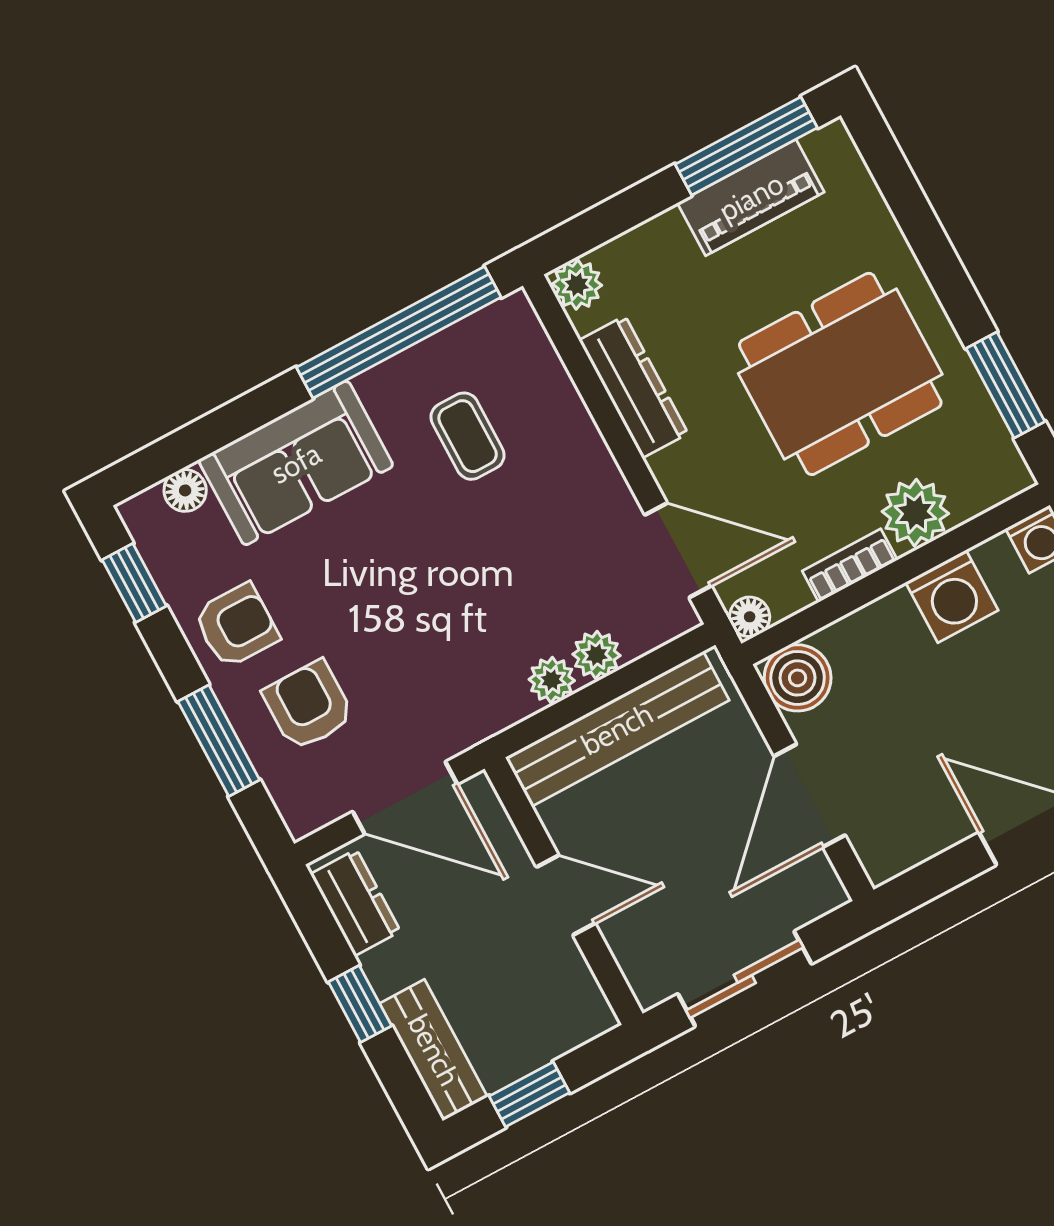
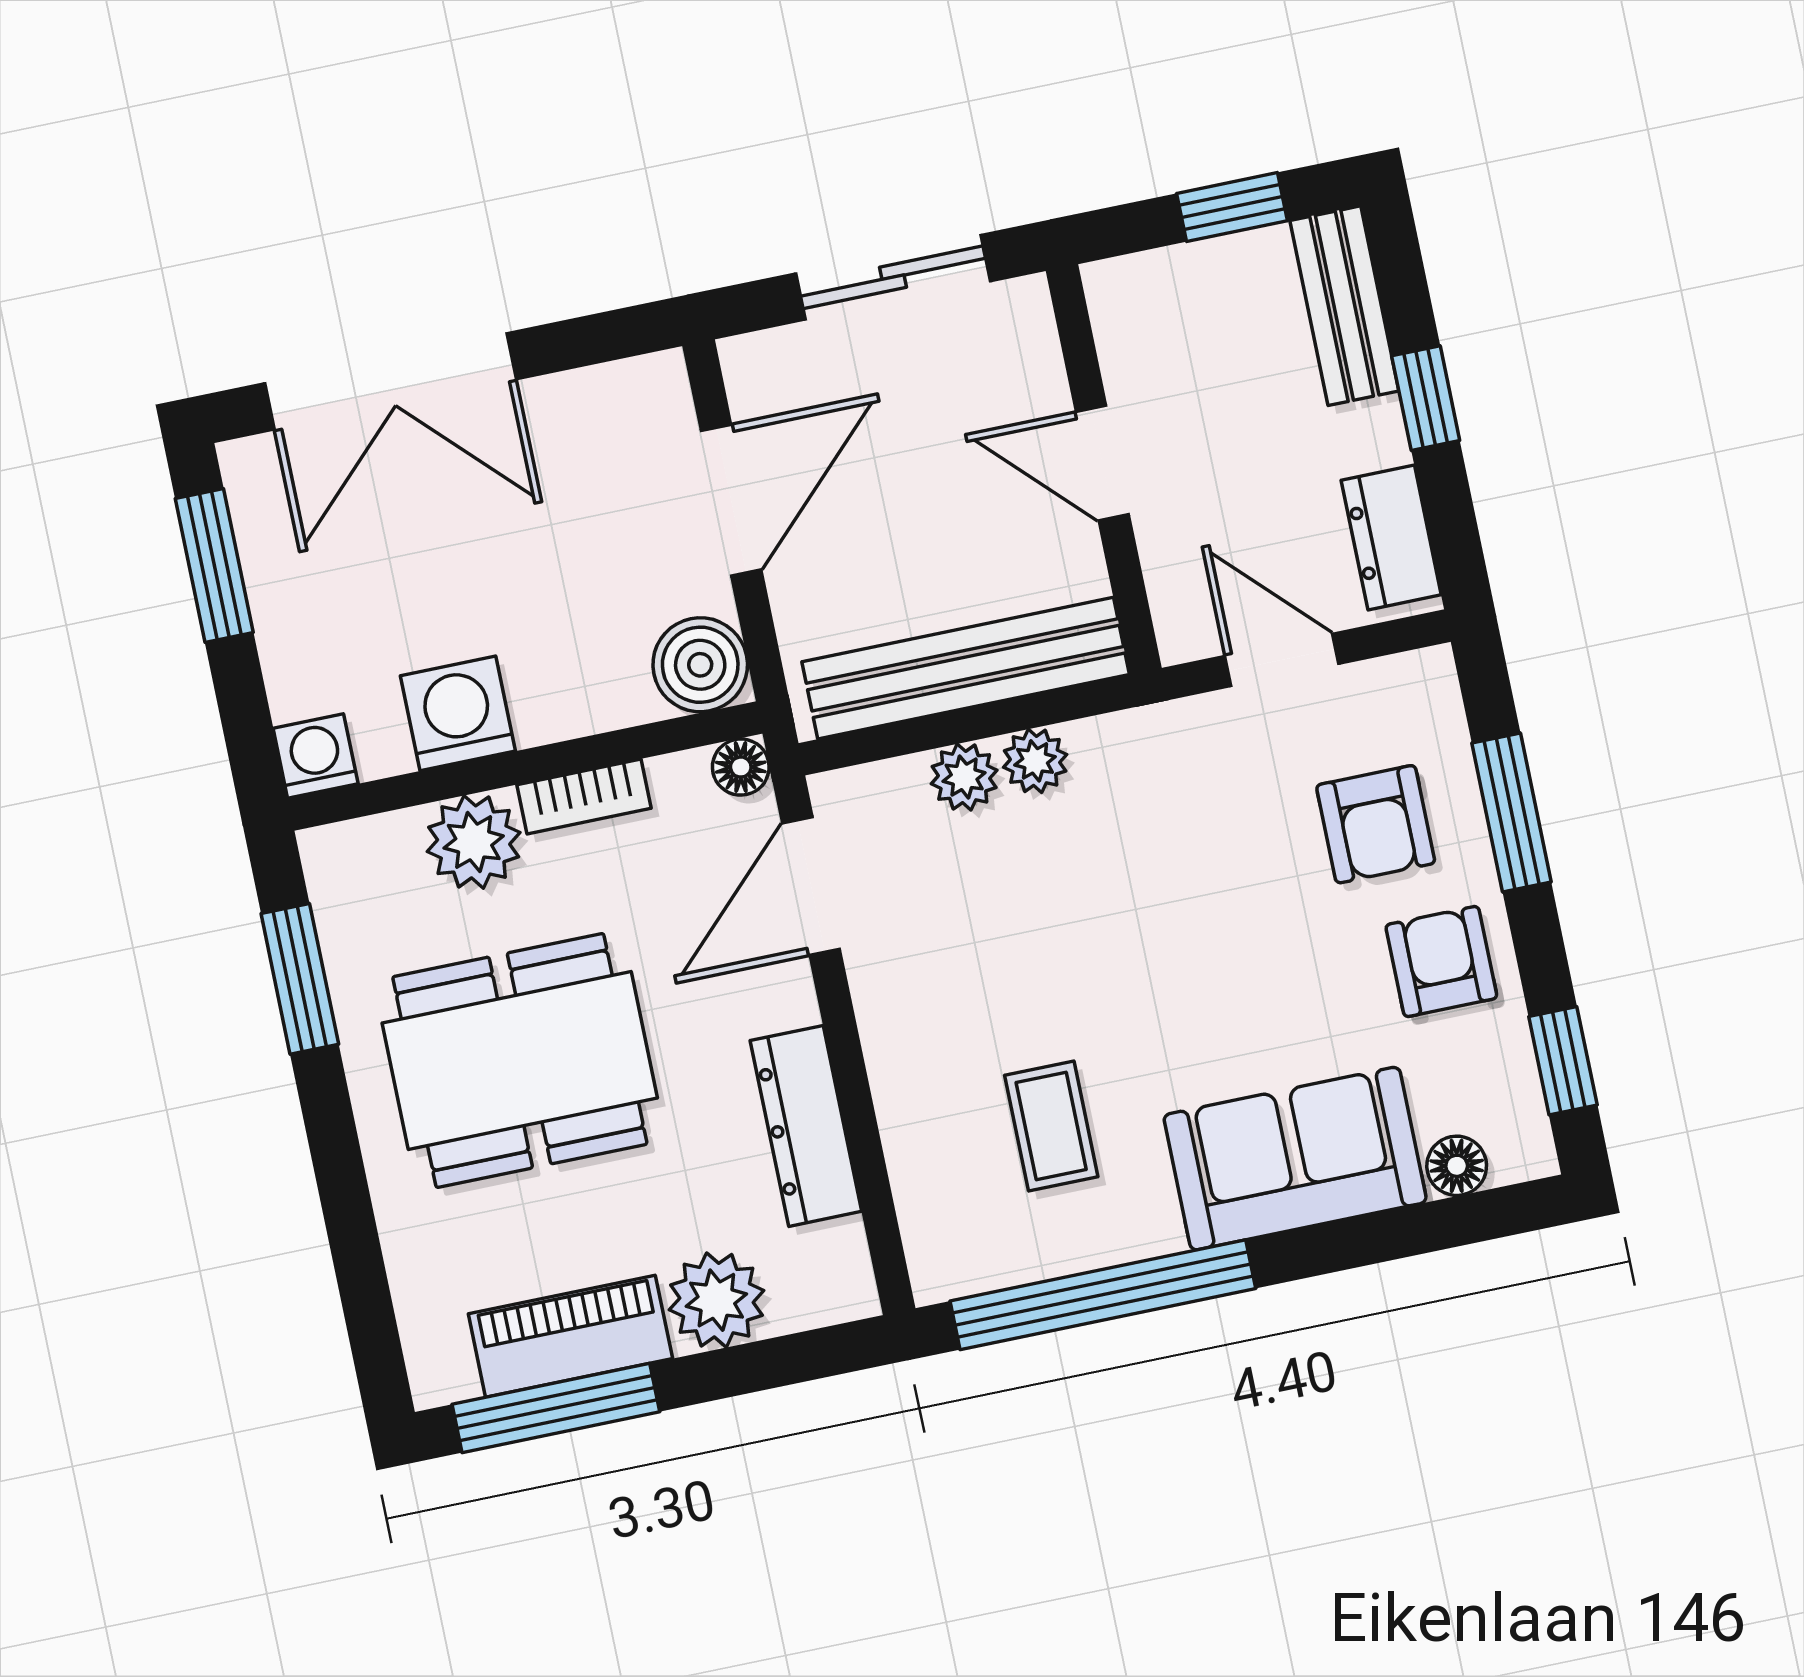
plant: (577, 285) -> (716, 1300), moved, width x1.38, depth x1.38
door: (678, 550) -> (811, 886), hinge flipped
armchair: (236, 626) -> (1441, 962), turned 90
door: (405, 798) -> (1282, 660), width x0.73

